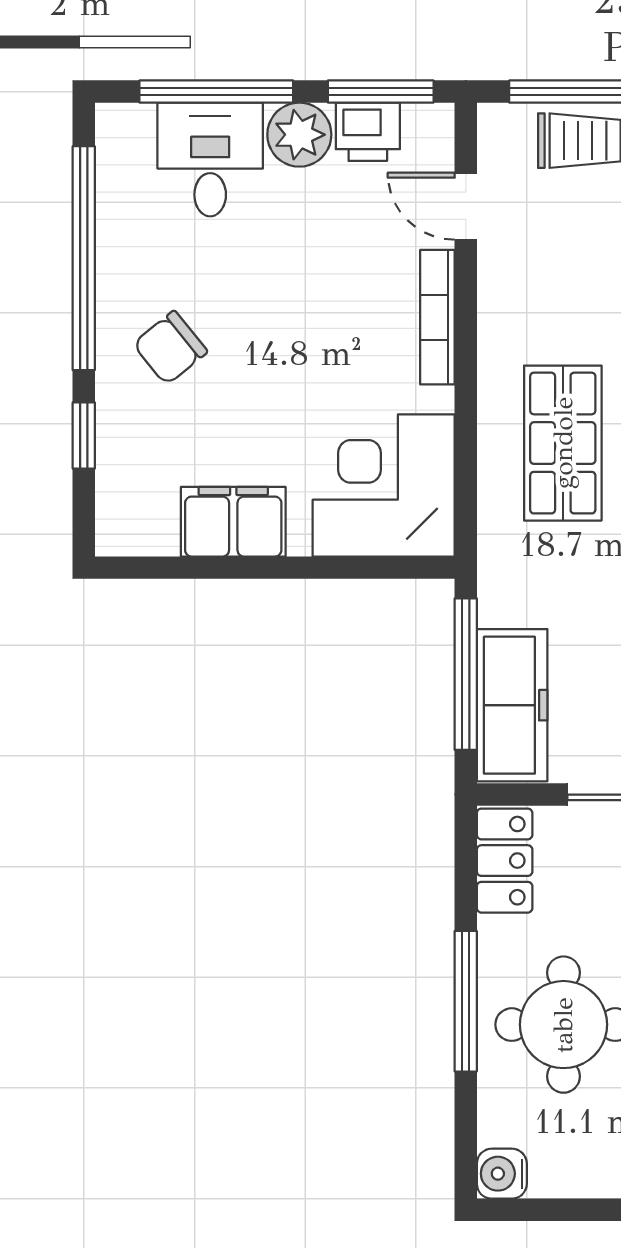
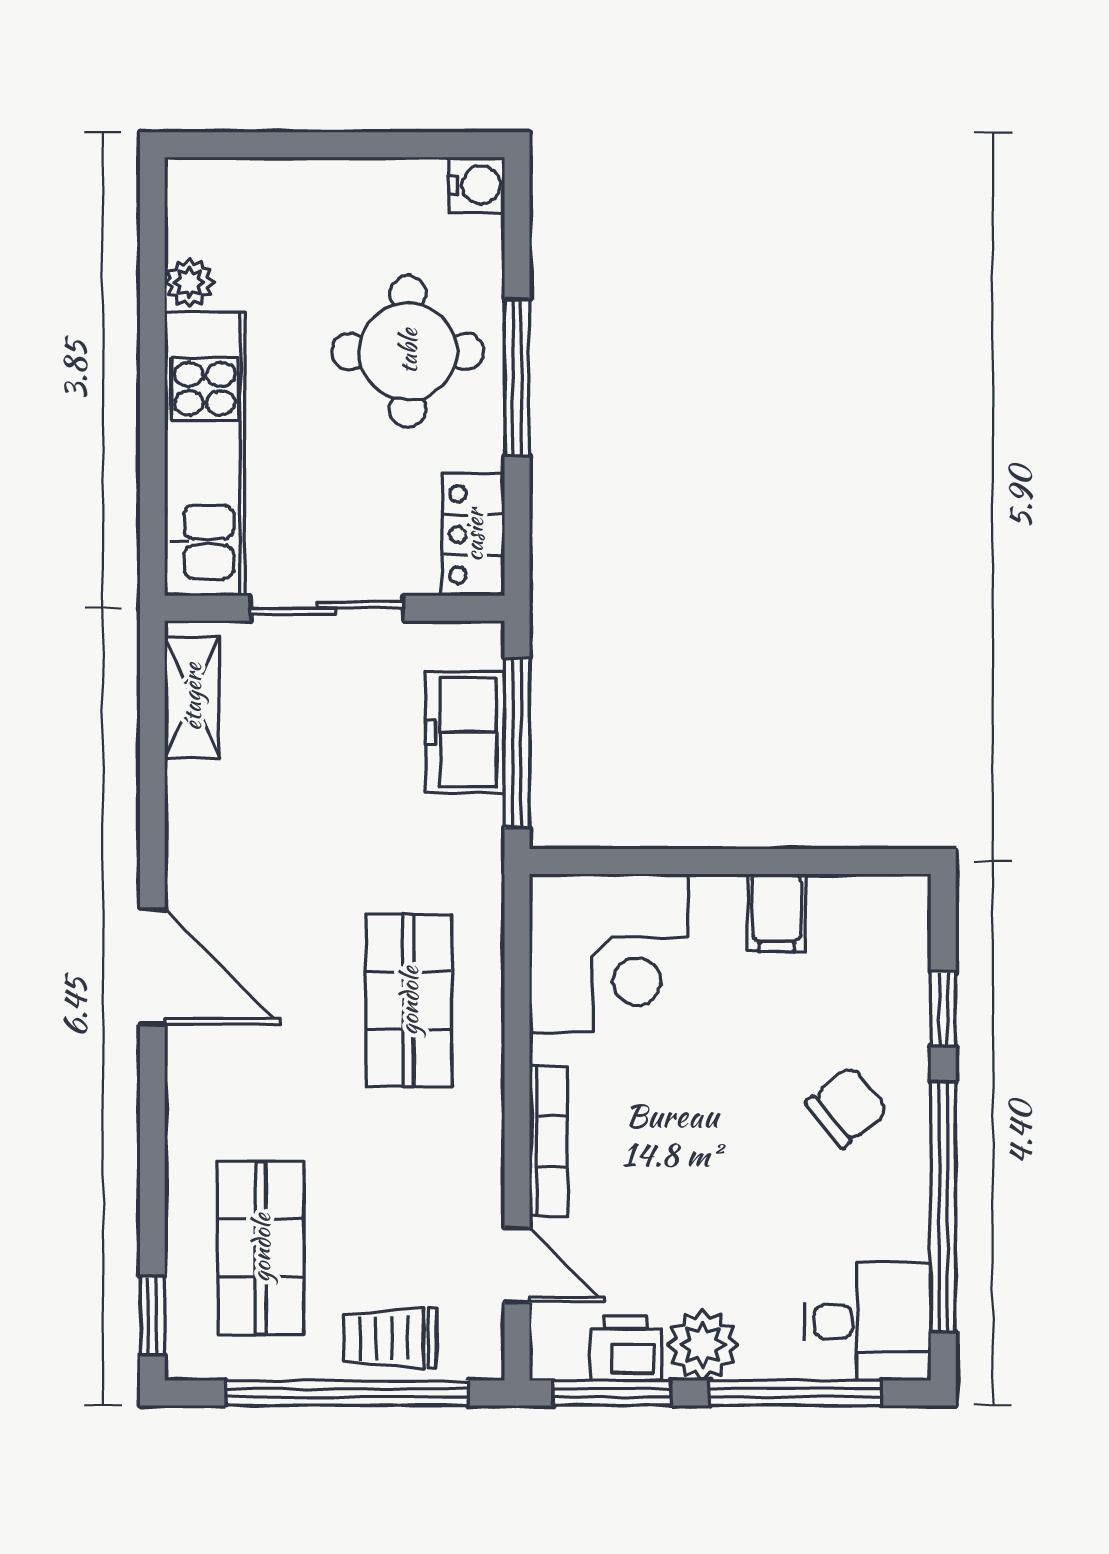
desk: (210, 159) -> (867, 1322), moved, turned -90
filing cabinet: (233, 522) -> (776, 913), width x0.50
freezer: (512, 705) -> (465, 732), width x0.71

